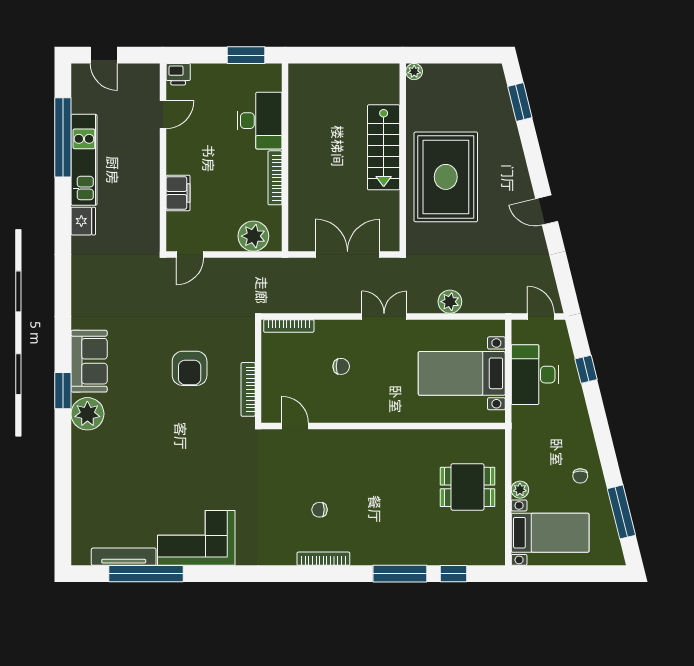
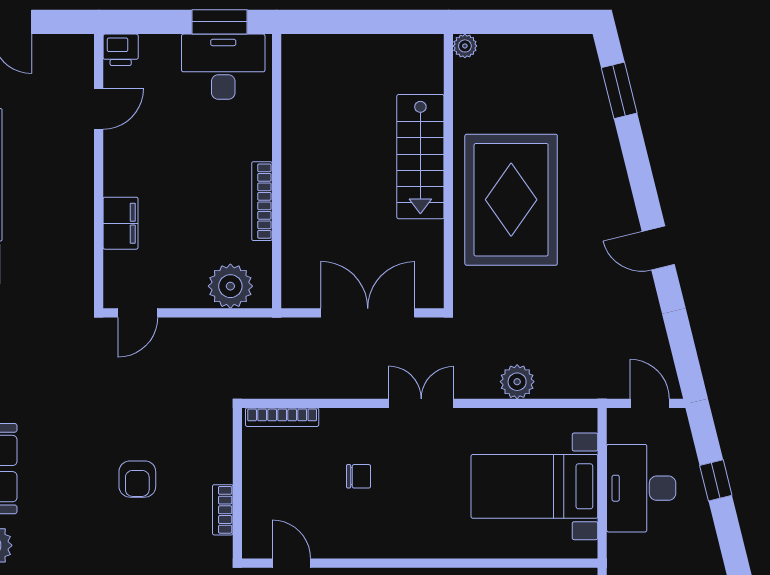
desk: (259, 121) -> (223, 67), moved, turned -90
armchair: (190, 368) -> (137, 479), width x0.72, depth x0.72
bookcase: (248, 389) -> (223, 510), width x0.64

